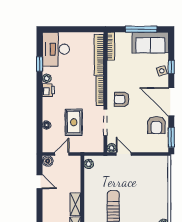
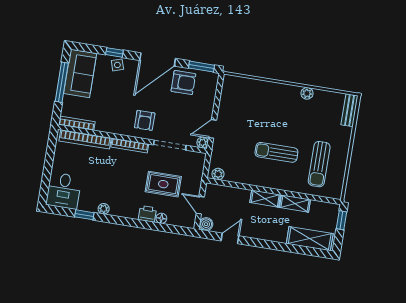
desk: (56, 49) -> (64, 191), width x0.73
printer: (48, 90) -> (147, 214), moved

